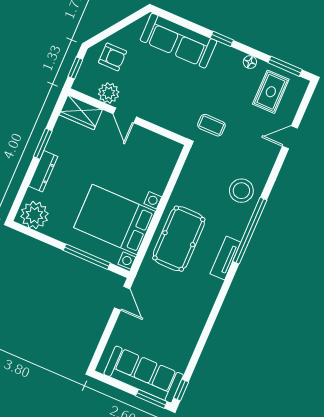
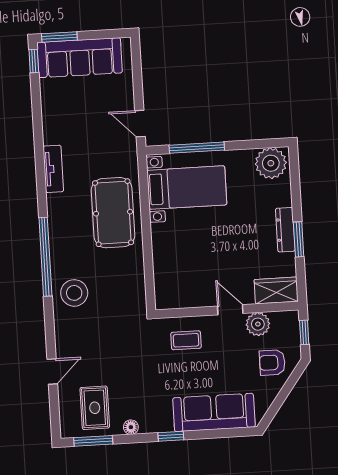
coffee table: (211, 125) -> (186, 340), moved
dresser: (43, 171) -> (285, 230), moved
bed with nightstands: (115, 220) -> (187, 188), width x0.73
tv unit: (225, 258) -> (53, 169), moved

